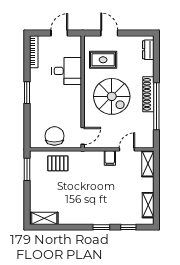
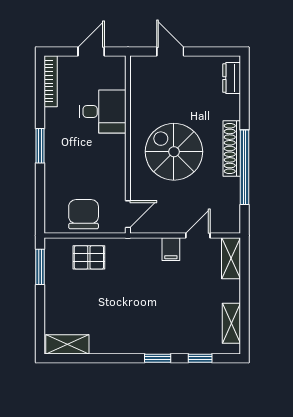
rug: (103, 60) -> (160, 94), removed
spiral stairs: (112, 96) -> (174, 152), turned 180

